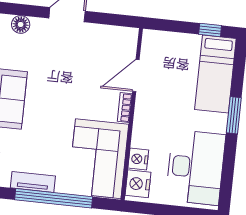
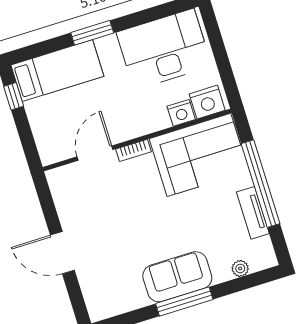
floor lamp: (21, 24) -> (94, 297), removed
door: (136, 76) -> (95, 153), swing flipped

